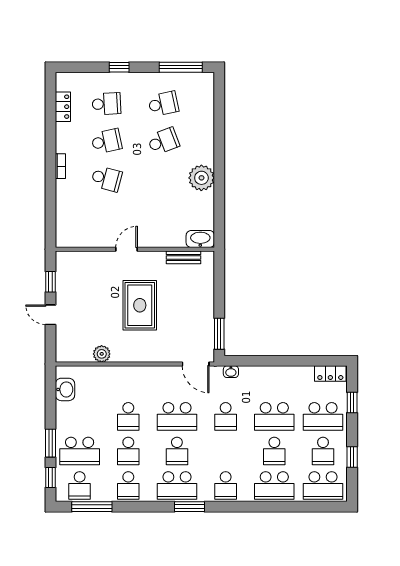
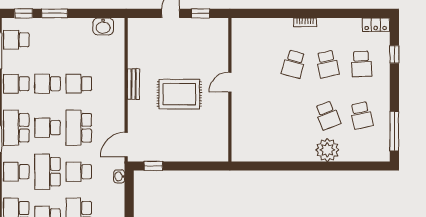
window: (119, 67) -> (394, 54), moved
locker: (63, 107) -> (376, 25), moved
plant: (201, 178) -> (327, 150), moved
washbasin: (200, 239) -> (239, 149), removed
door: (127, 249) -> (230, 82), swing flipped
bench: (184, 257) -> (133, 84), moved
window: (219, 334) -> (153, 166), width x0.67
plant: (102, 354) -> (135, 60), removed
school desk: (80, 451) -> (48, 172), moved

